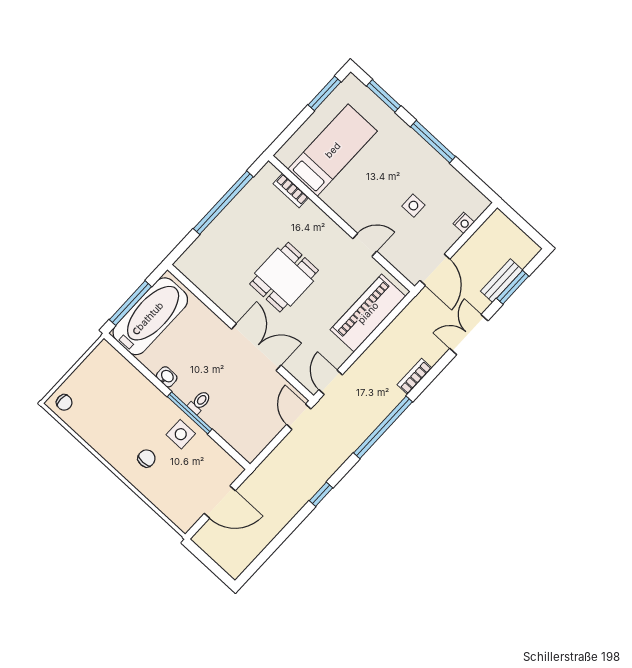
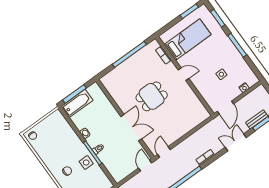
door: (365, 245) -> (183, 74), moved
piano: (368, 313) -> (189, 122), removed
bathtub: (150, 316) -> (77, 103), width x0.73, depth x0.73

